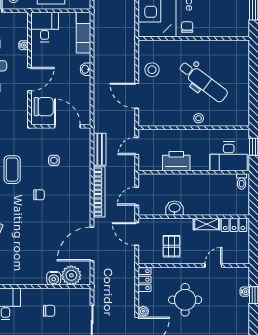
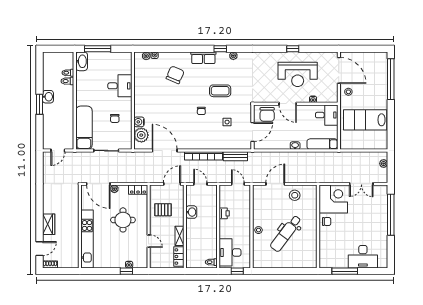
printer: (176, 161) -> (224, 213), width x0.53, depth x0.68

